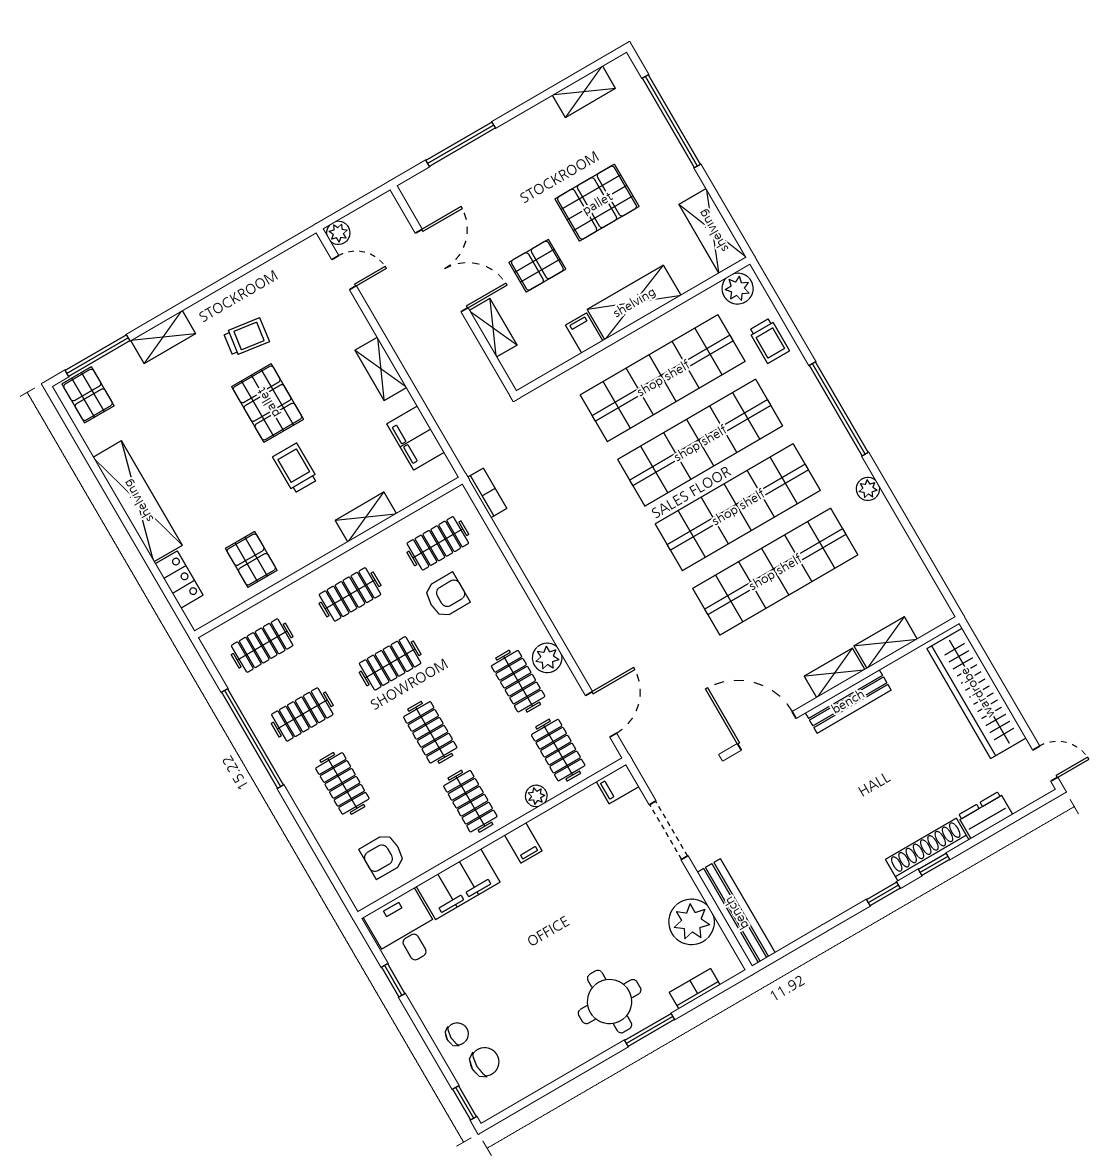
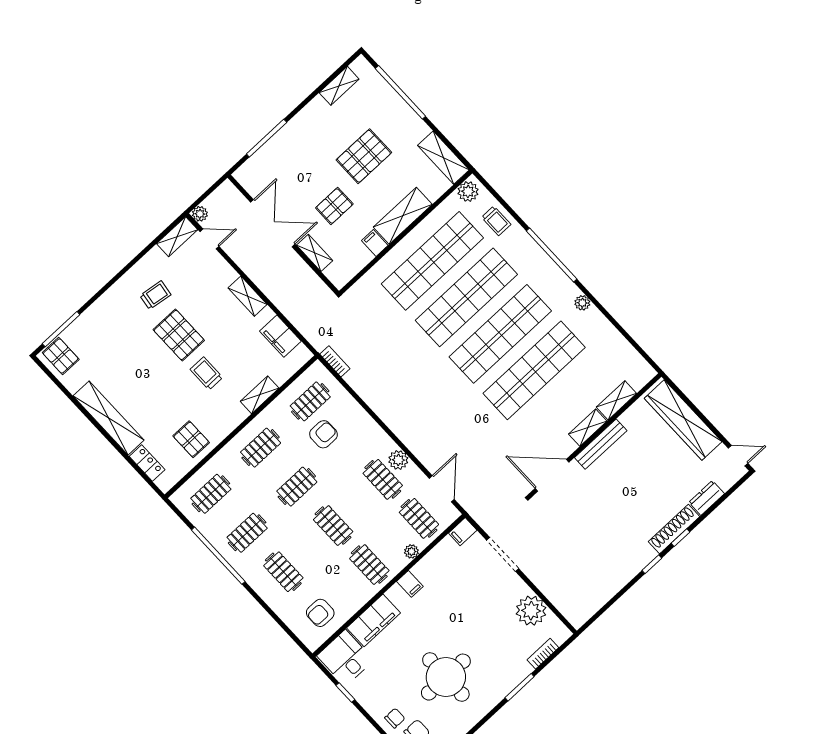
shelving: (163, 337) -> (177, 237), moved
bench: (736, 913) -> (559, 598), removed
round table: (610, 1002) -> (446, 677), moved, width x1.36, depth x1.36

